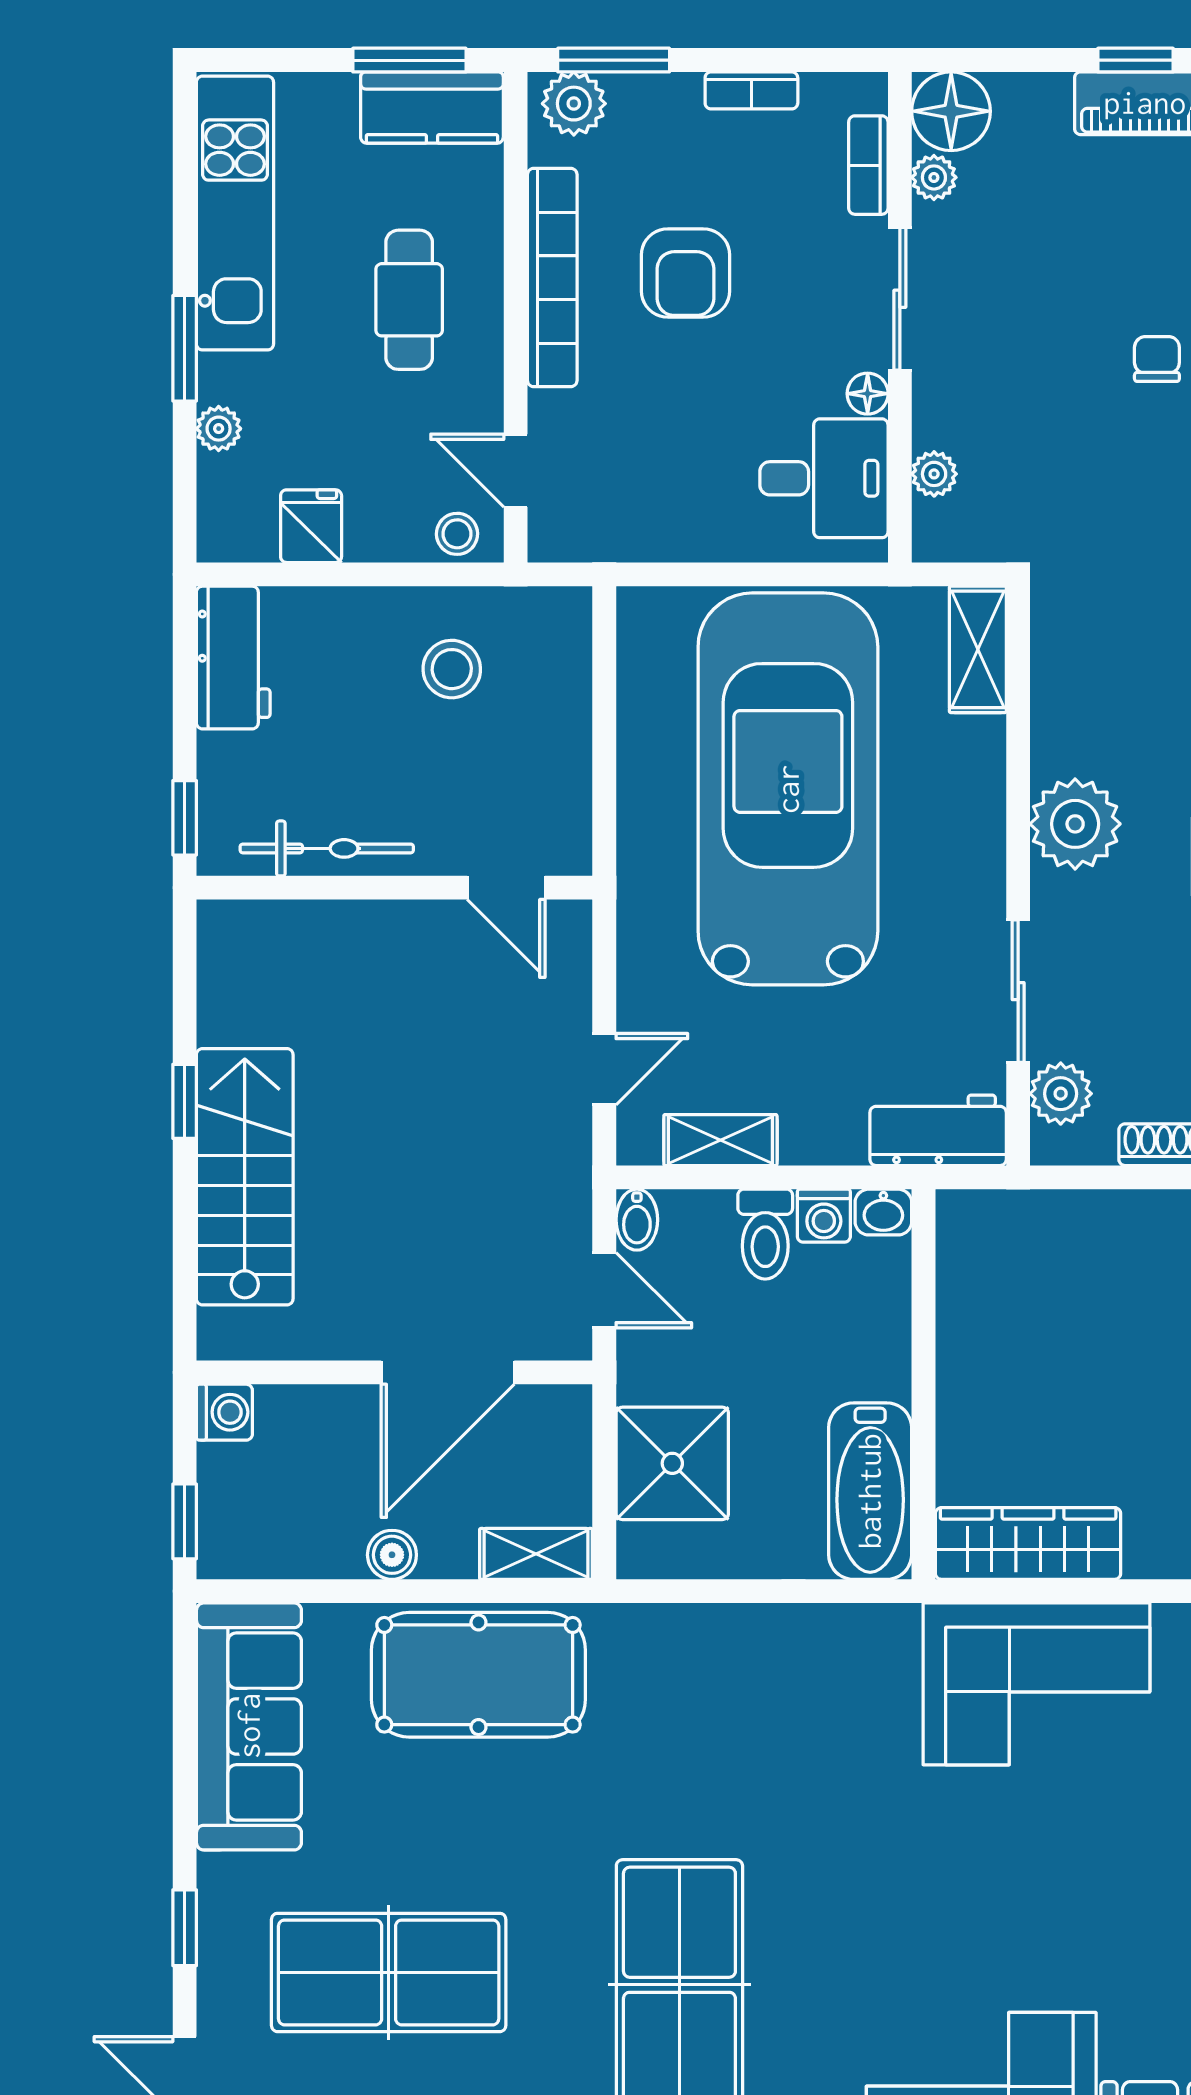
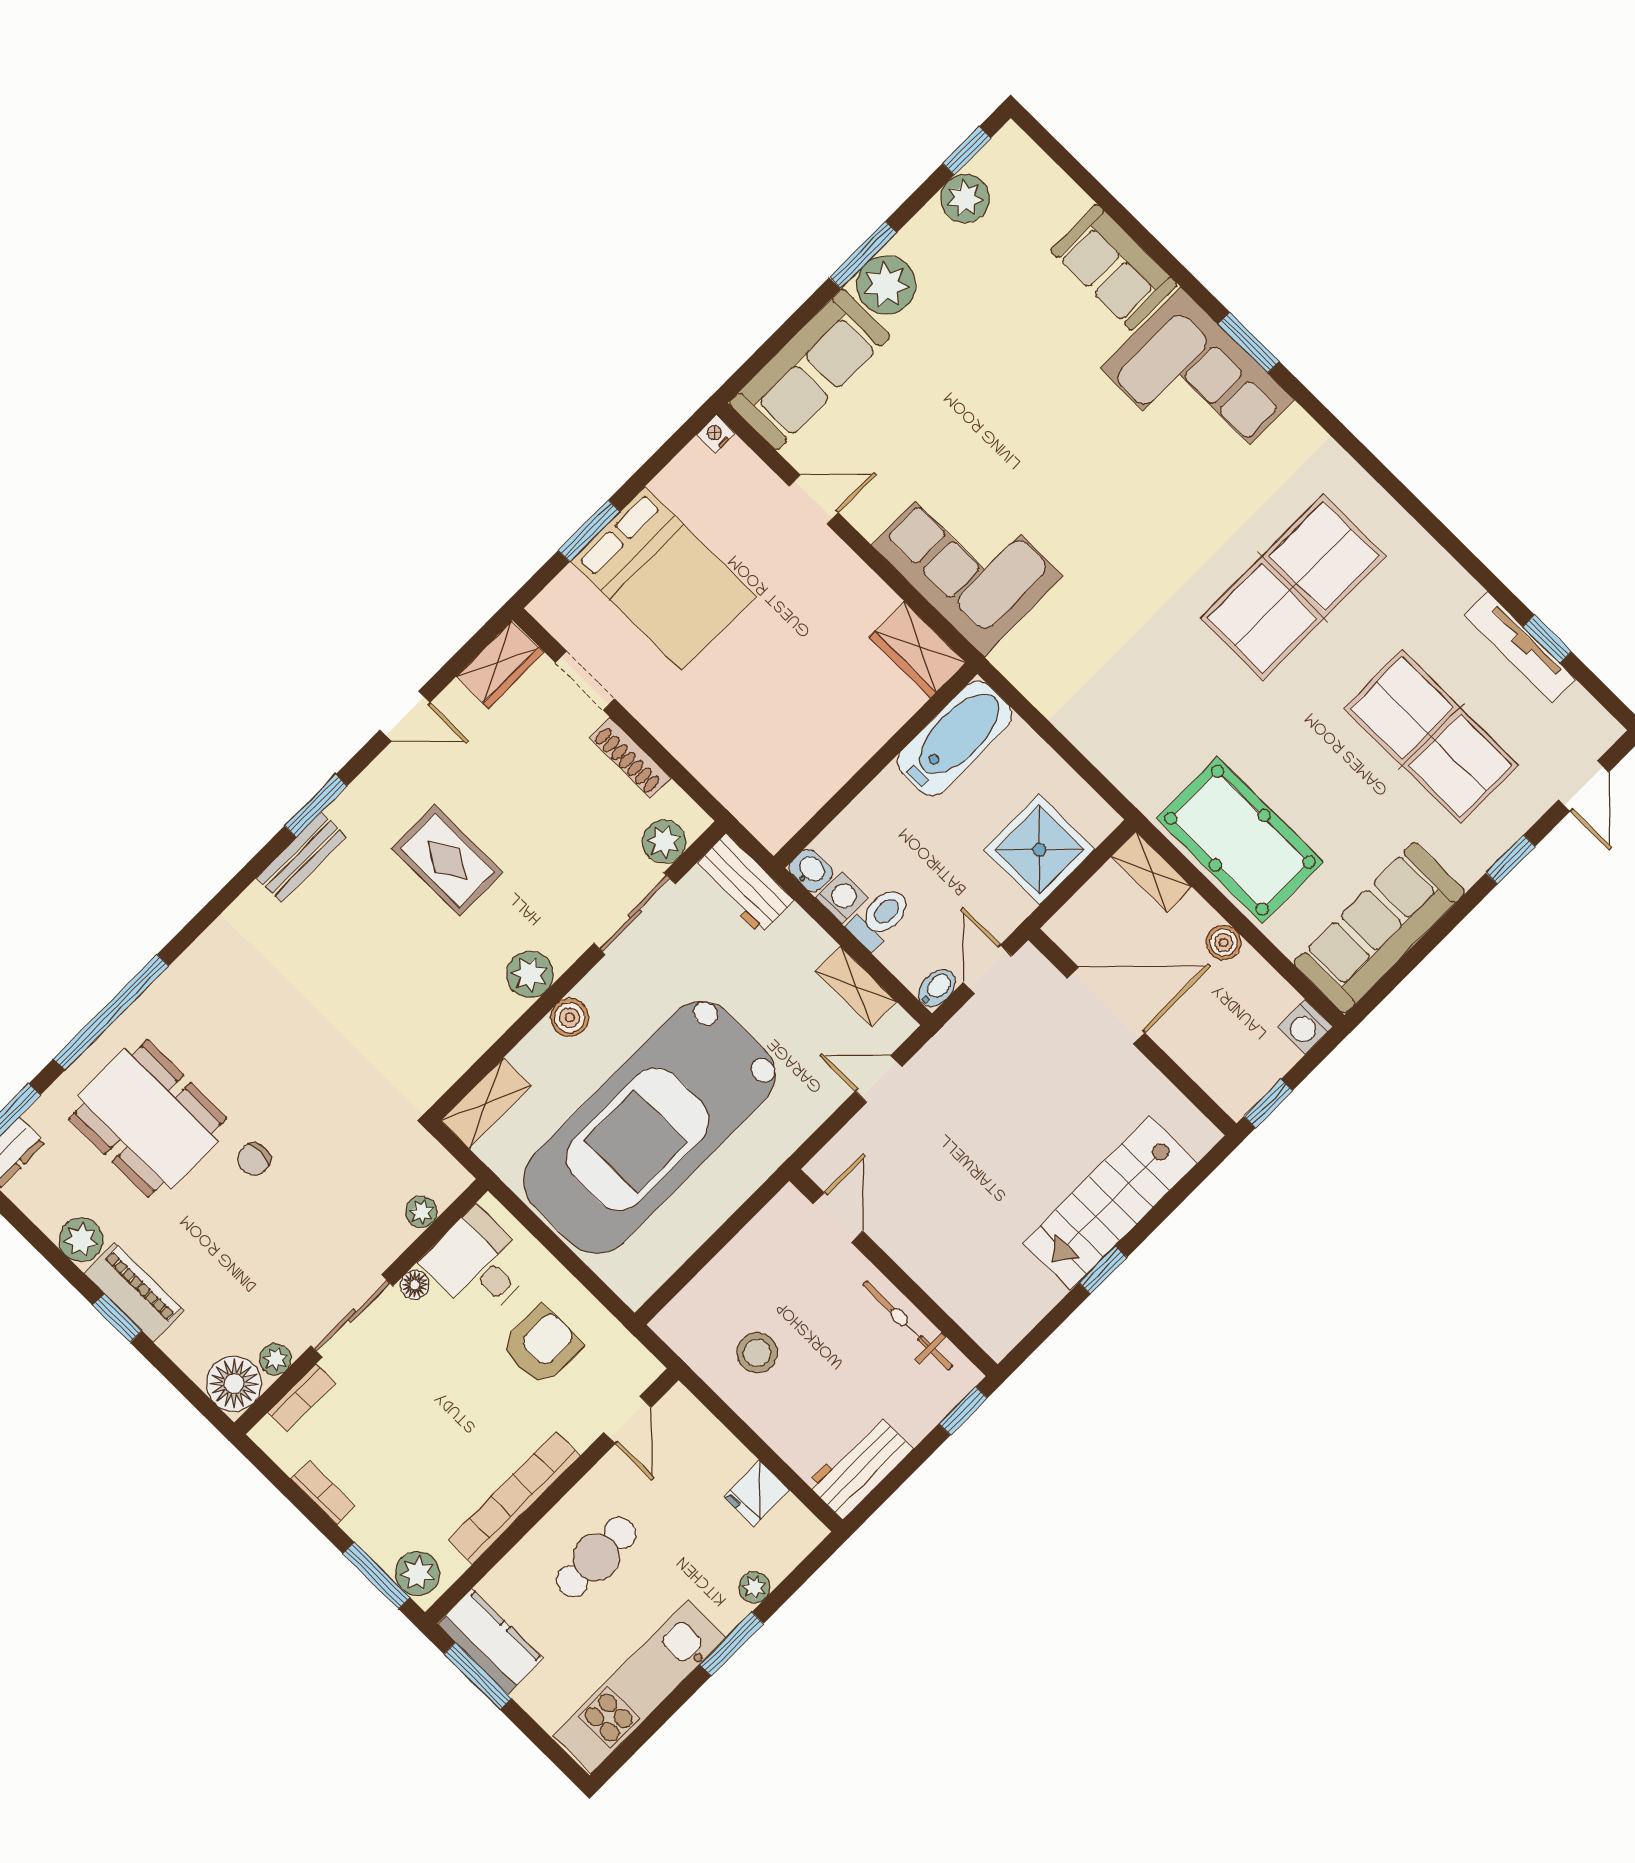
armchair: (685, 273) -> (542, 1345), moved
stool: (457, 534) -> (688, 1417), removed
boiler: (979, 820) -> (570, 1018), added
plant: (1075, 824) -> (530, 974), width x0.73, depth x0.73
washing machine: (224, 1412) -> (1305, 1027), moved, turned -90
window: (185, 1521) -> (1268, 1103), moved
wardrobe: (1028, 1543) -> (917, 650), width x0.67

